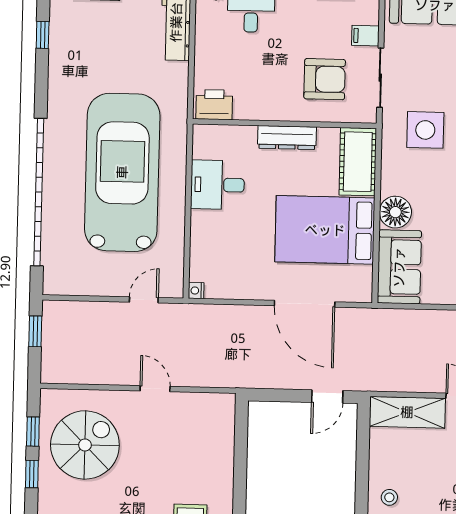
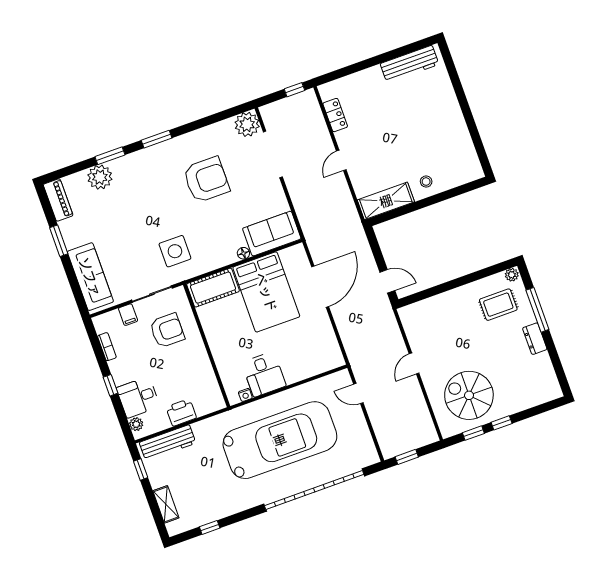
armchair: (325, 79) -> (167, 330), turned 90
printer: (214, 105) -> (181, 412), moved, turned 90
dresser: (287, 138) -> (215, 340), removed
car: (122, 172) -> (280, 440), turned 180
floor lamp: (395, 212) -> (243, 253), width x0.53, depth x0.53
nightstand: (196, 291) -> (245, 395), moved
door: (327, 396) -> (387, 281), moved
shelving: (407, 412) -> (386, 201), moved, turned 90

